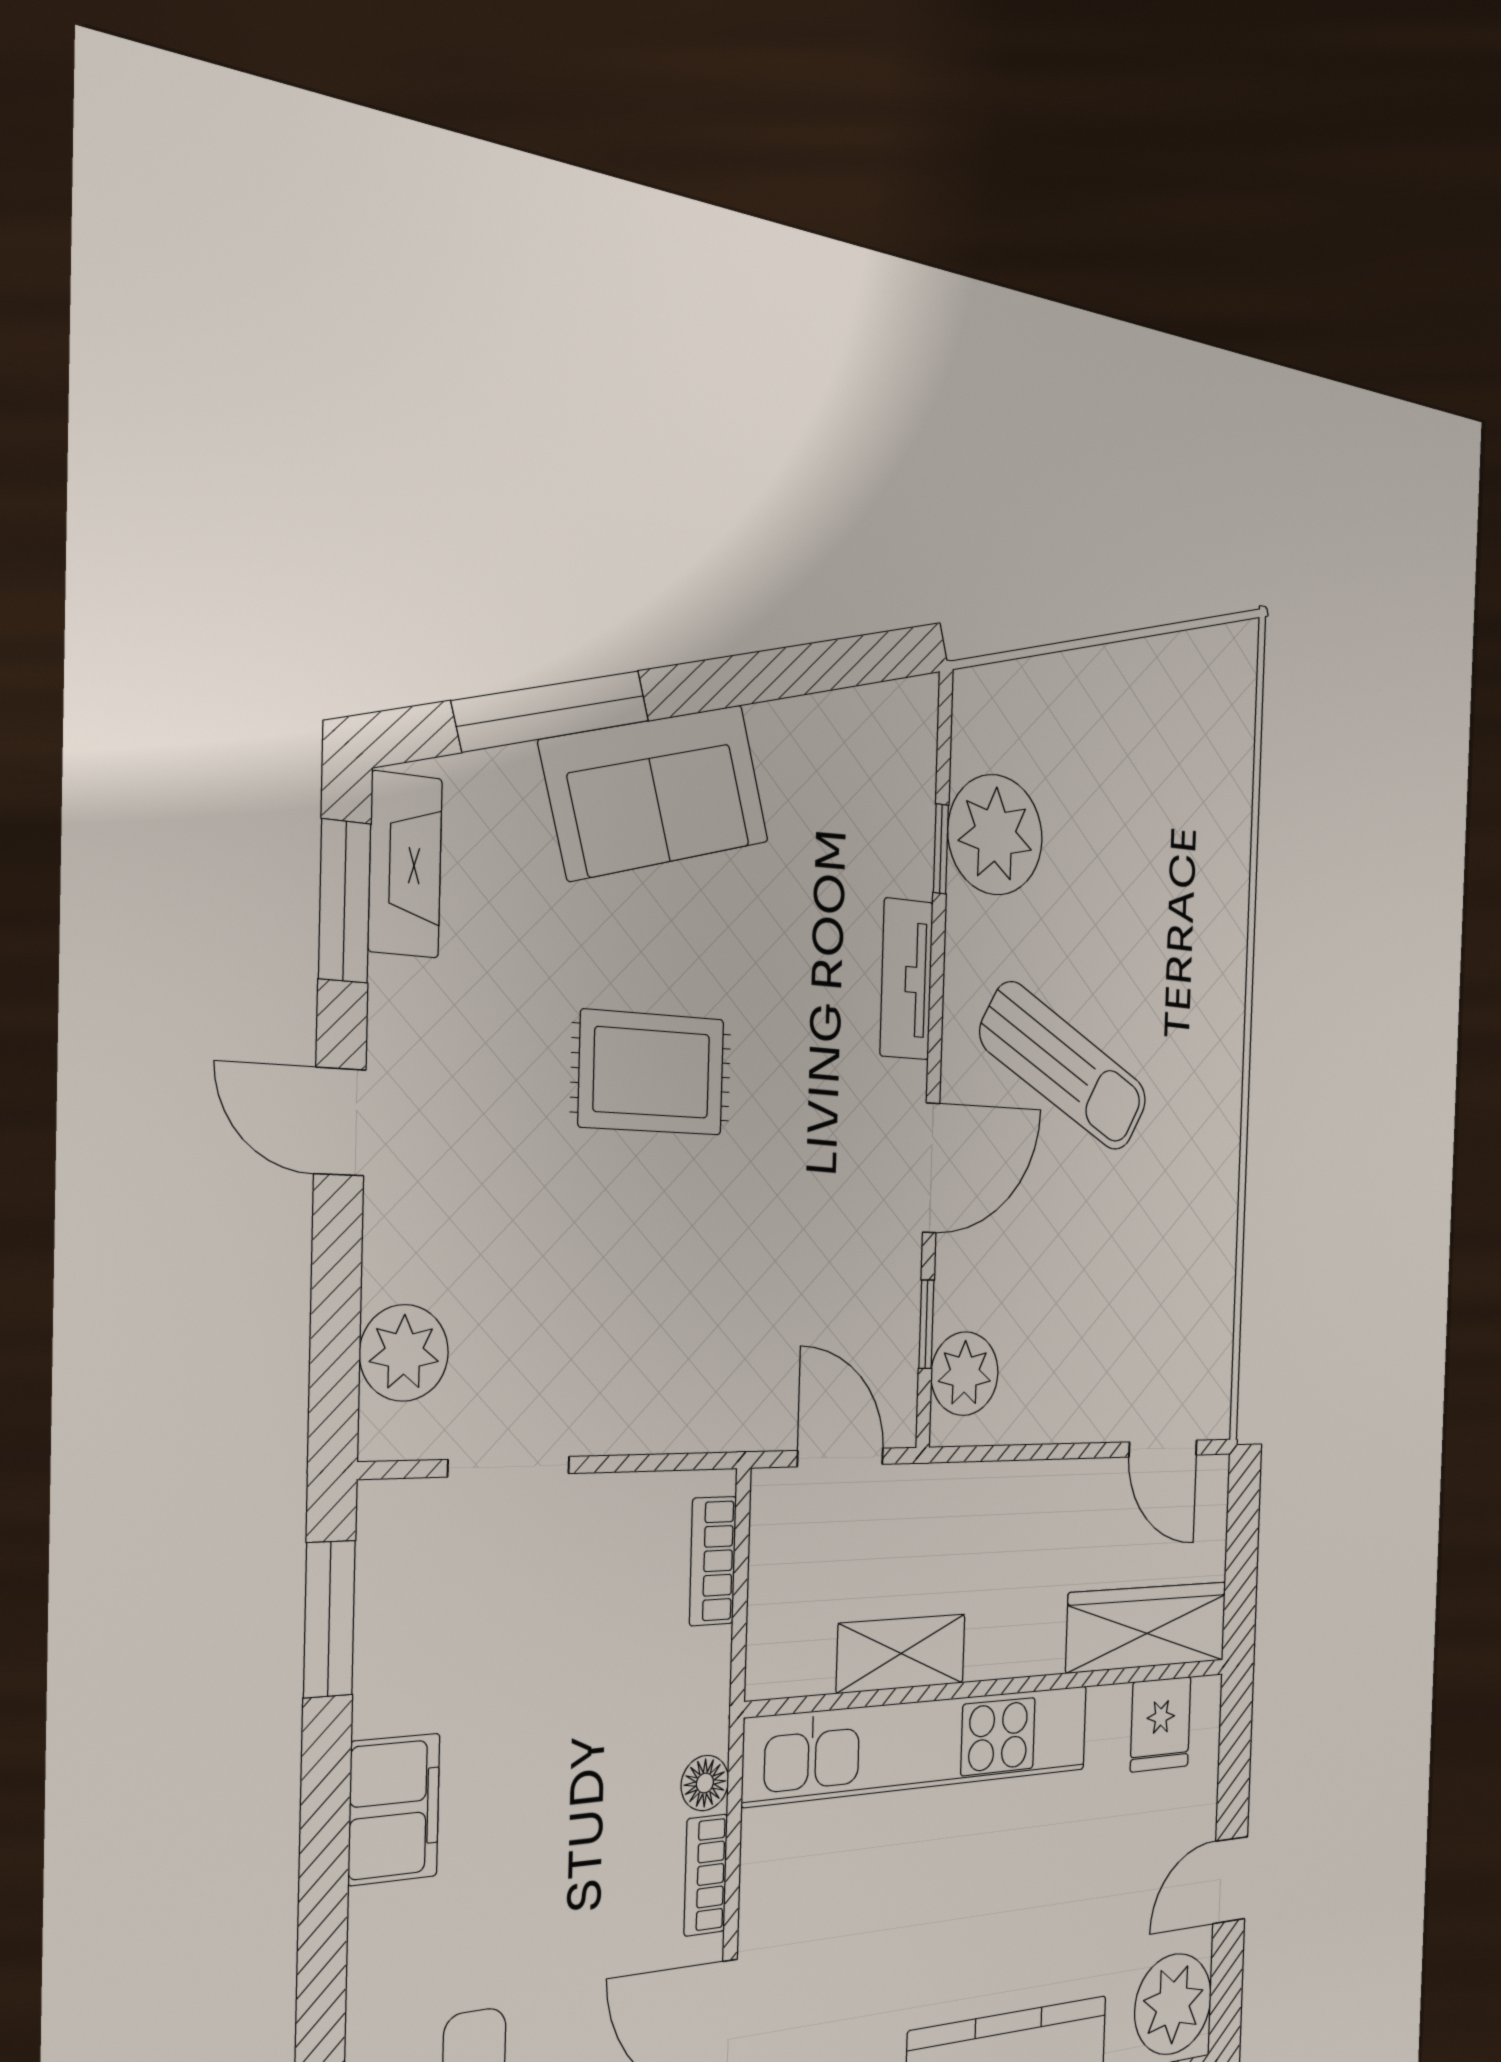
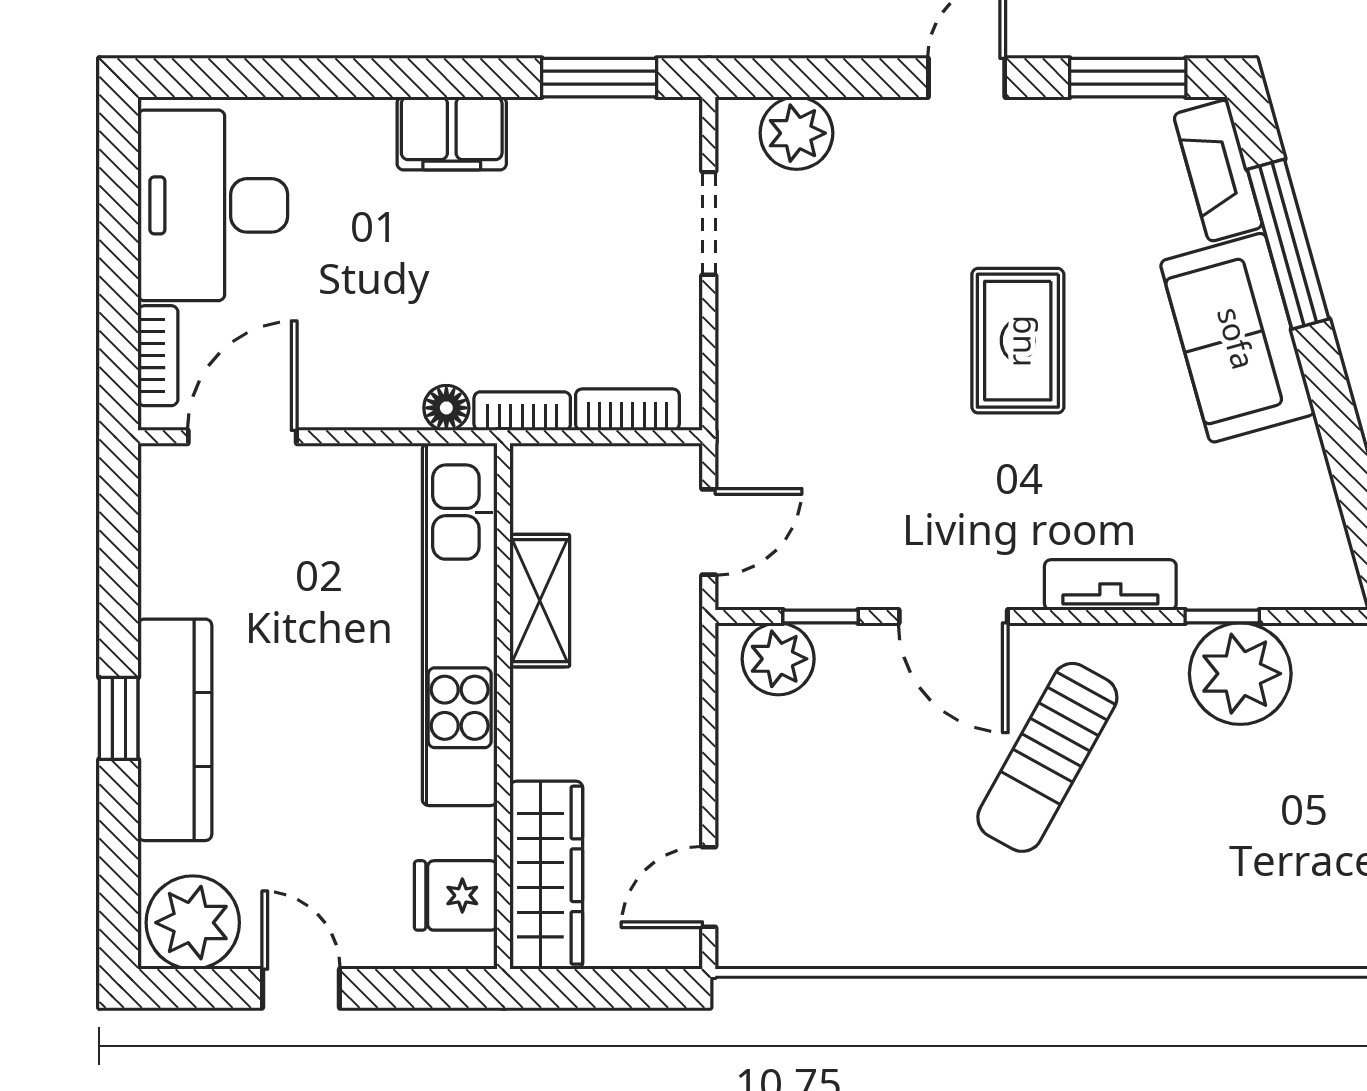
fireplace: (405, 865) -> (1218, 171), moved, turned 74
bookcase: (706, 1875) -> (522, 411), moved

